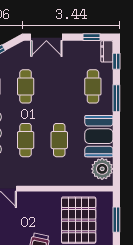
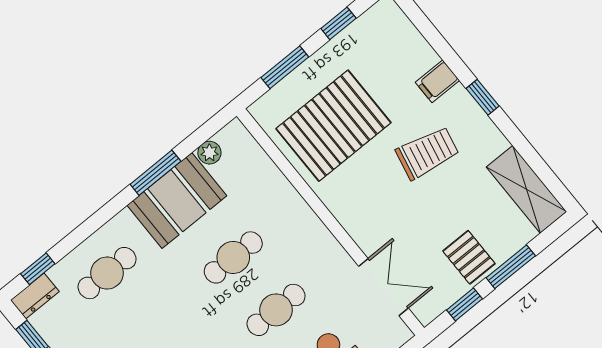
window: (116, 98) -> (155, 173), moved
plant: (102, 169) -> (209, 153), width x0.53, depth x0.53

